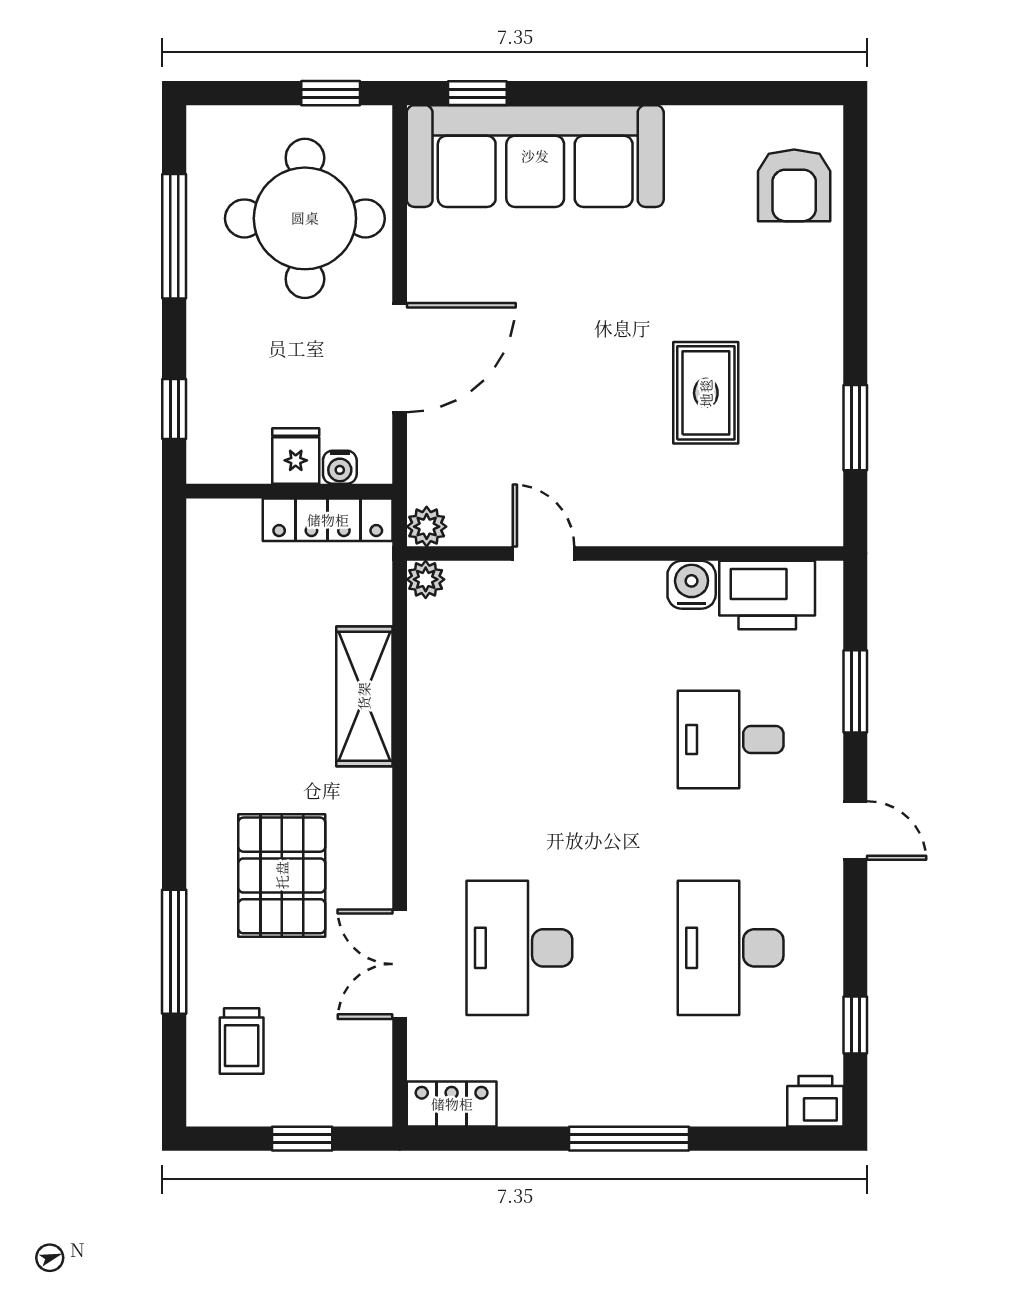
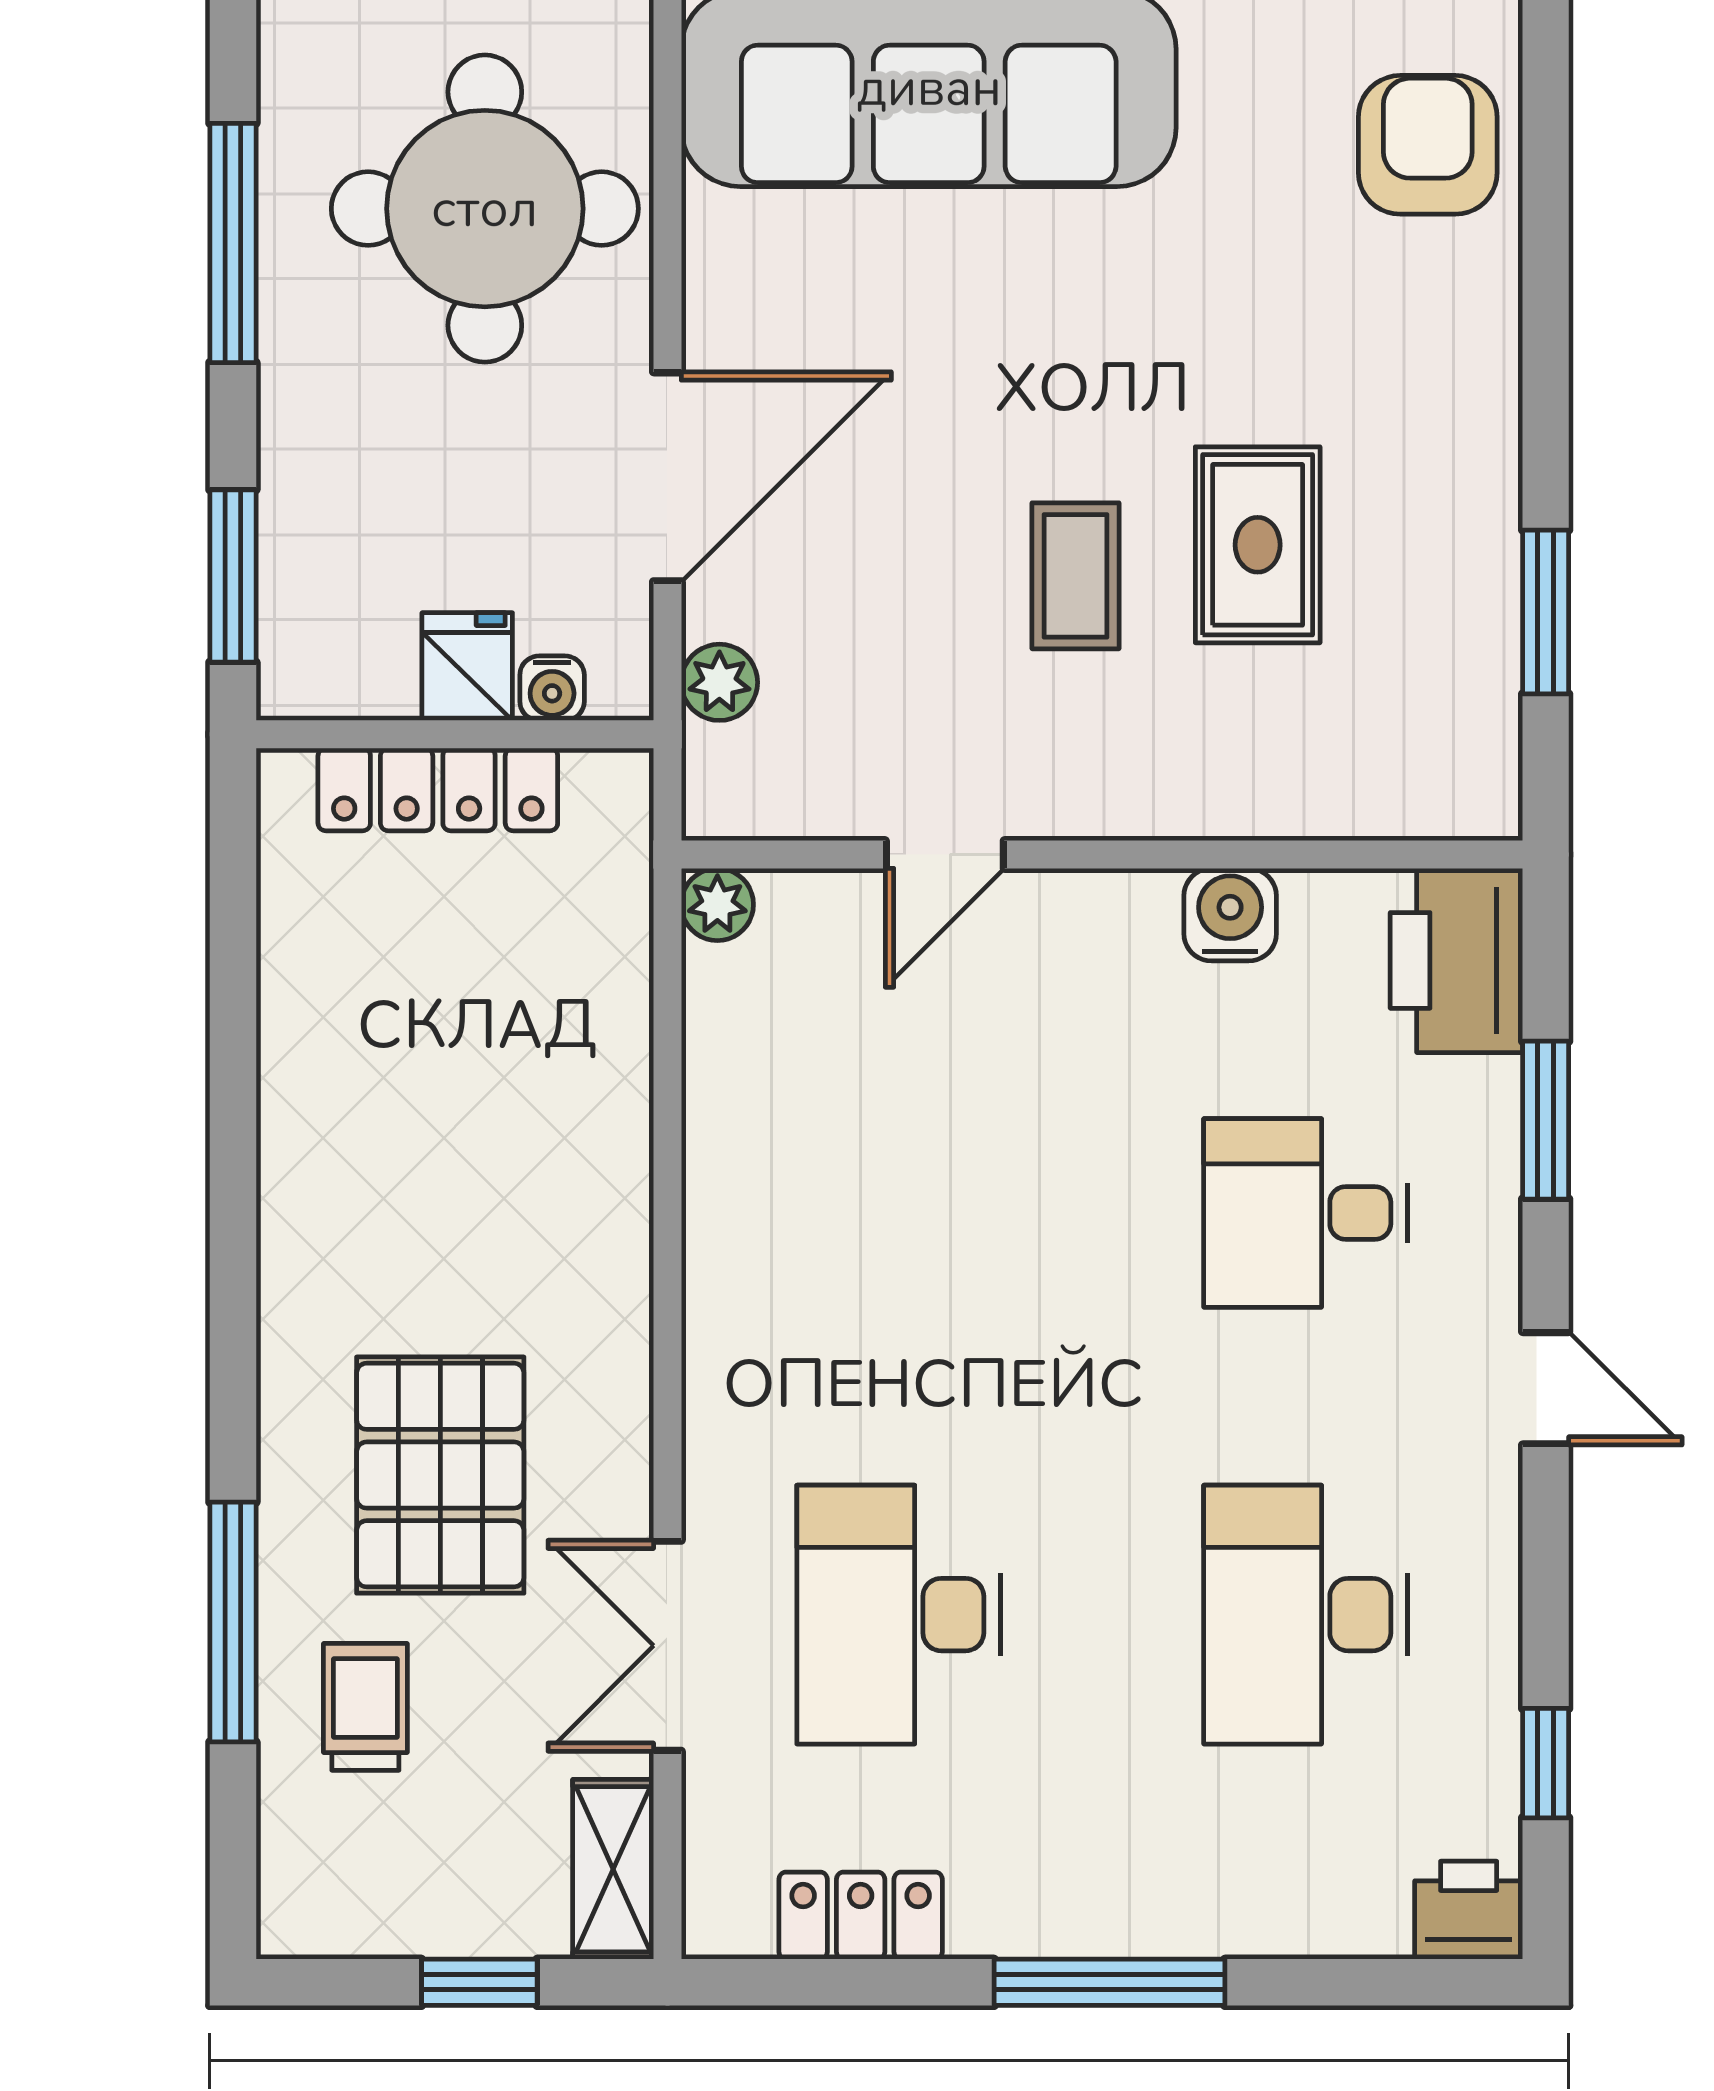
armchair: (794, 185) -> (1428, 145), turned 180
window: (174, 409) -> (233, 576), width x1.50
coffee table: (611, 409) -> (1075, 576), added
locker: (328, 520) -> (438, 790), moved
plant: (427, 527) -> (719, 682), moved
door: (544, 554) -> (945, 855), swing flipped
printer: (767, 595) -> (1456, 960), moved, turned 90
shelving: (364, 696) -> (613, 1869), moved, width x0.67, depth x0.75
trolley: (242, 1041) -> (365, 1707), moved, turned 180
locker: (452, 1104) -> (861, 1916), moved

